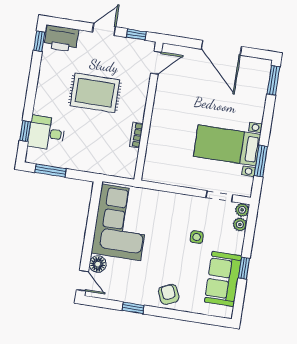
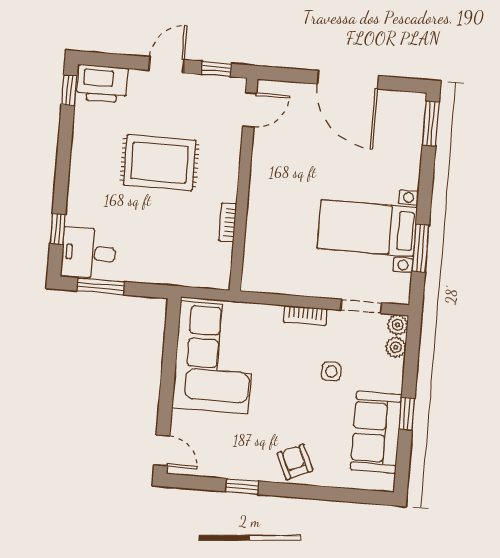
desk: (46, 133) -> (88, 253), moved
bookcase: (182, 199) -> (305, 315), added
floor lamp: (98, 264) -> (183, 424), removed

